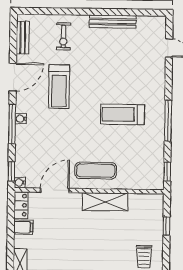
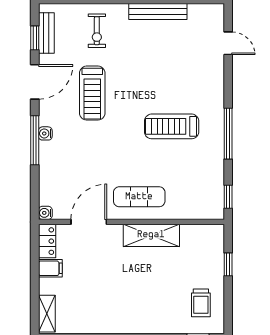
window: (12, 171) -> (35, 38), moved

